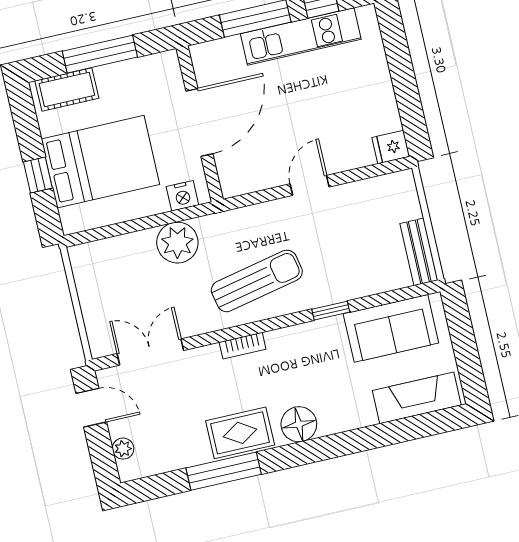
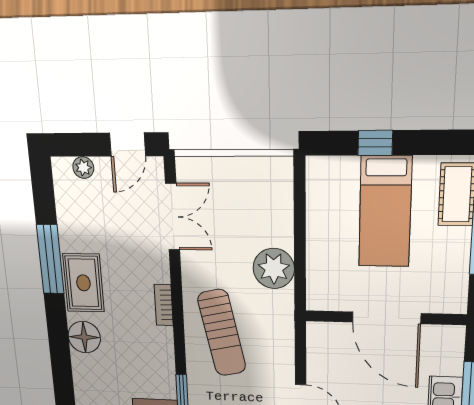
bed: (100, 162) -> (385, 212), width x0.67
nightstand: (182, 196) -> (318, 284), removed

